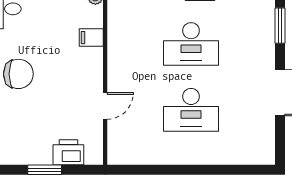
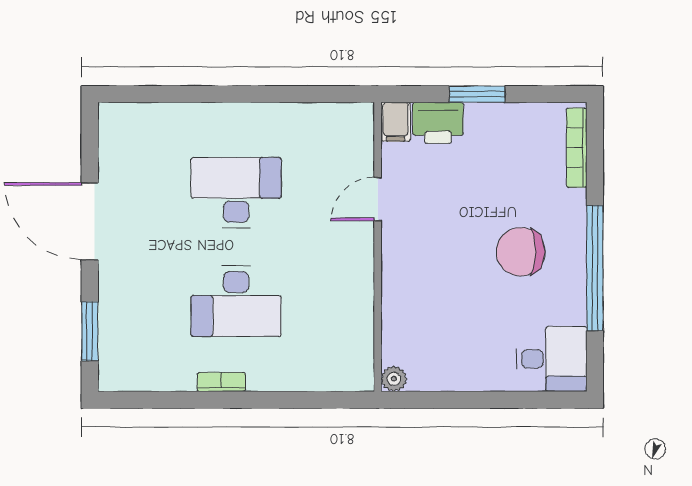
filing cabinet: (91, 38) -> (396, 122), moved, turned 90
desk: (191, 44) -> (236, 301), turned 180

